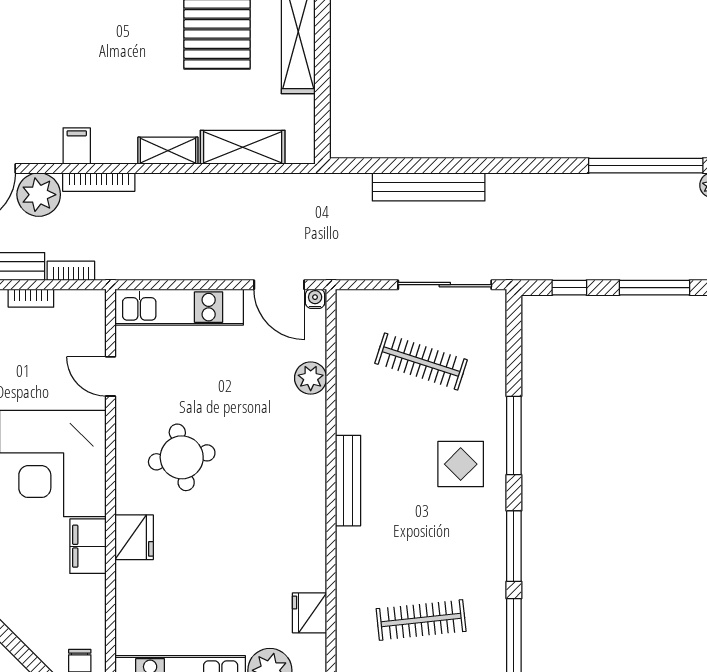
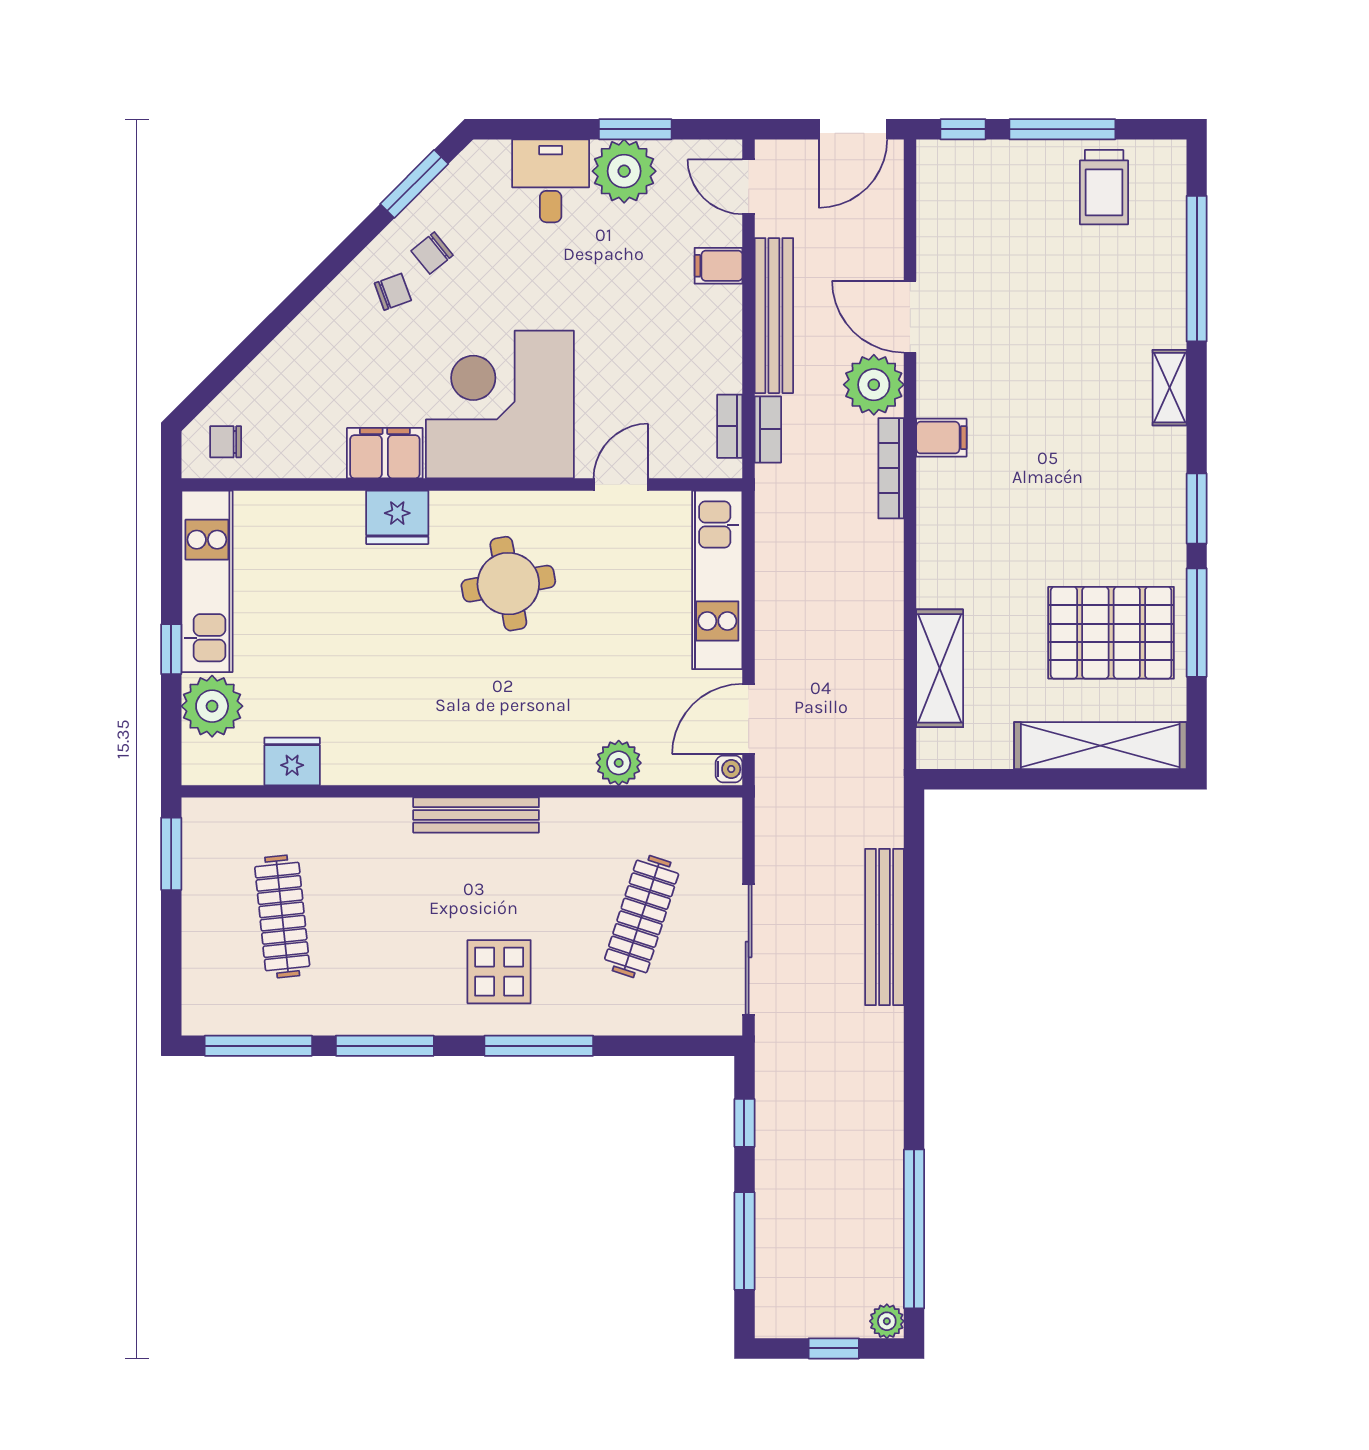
shelving: (168, 151) -> (935, 564), removed
bookcase: (31, 298) -> (730, 426), moved

